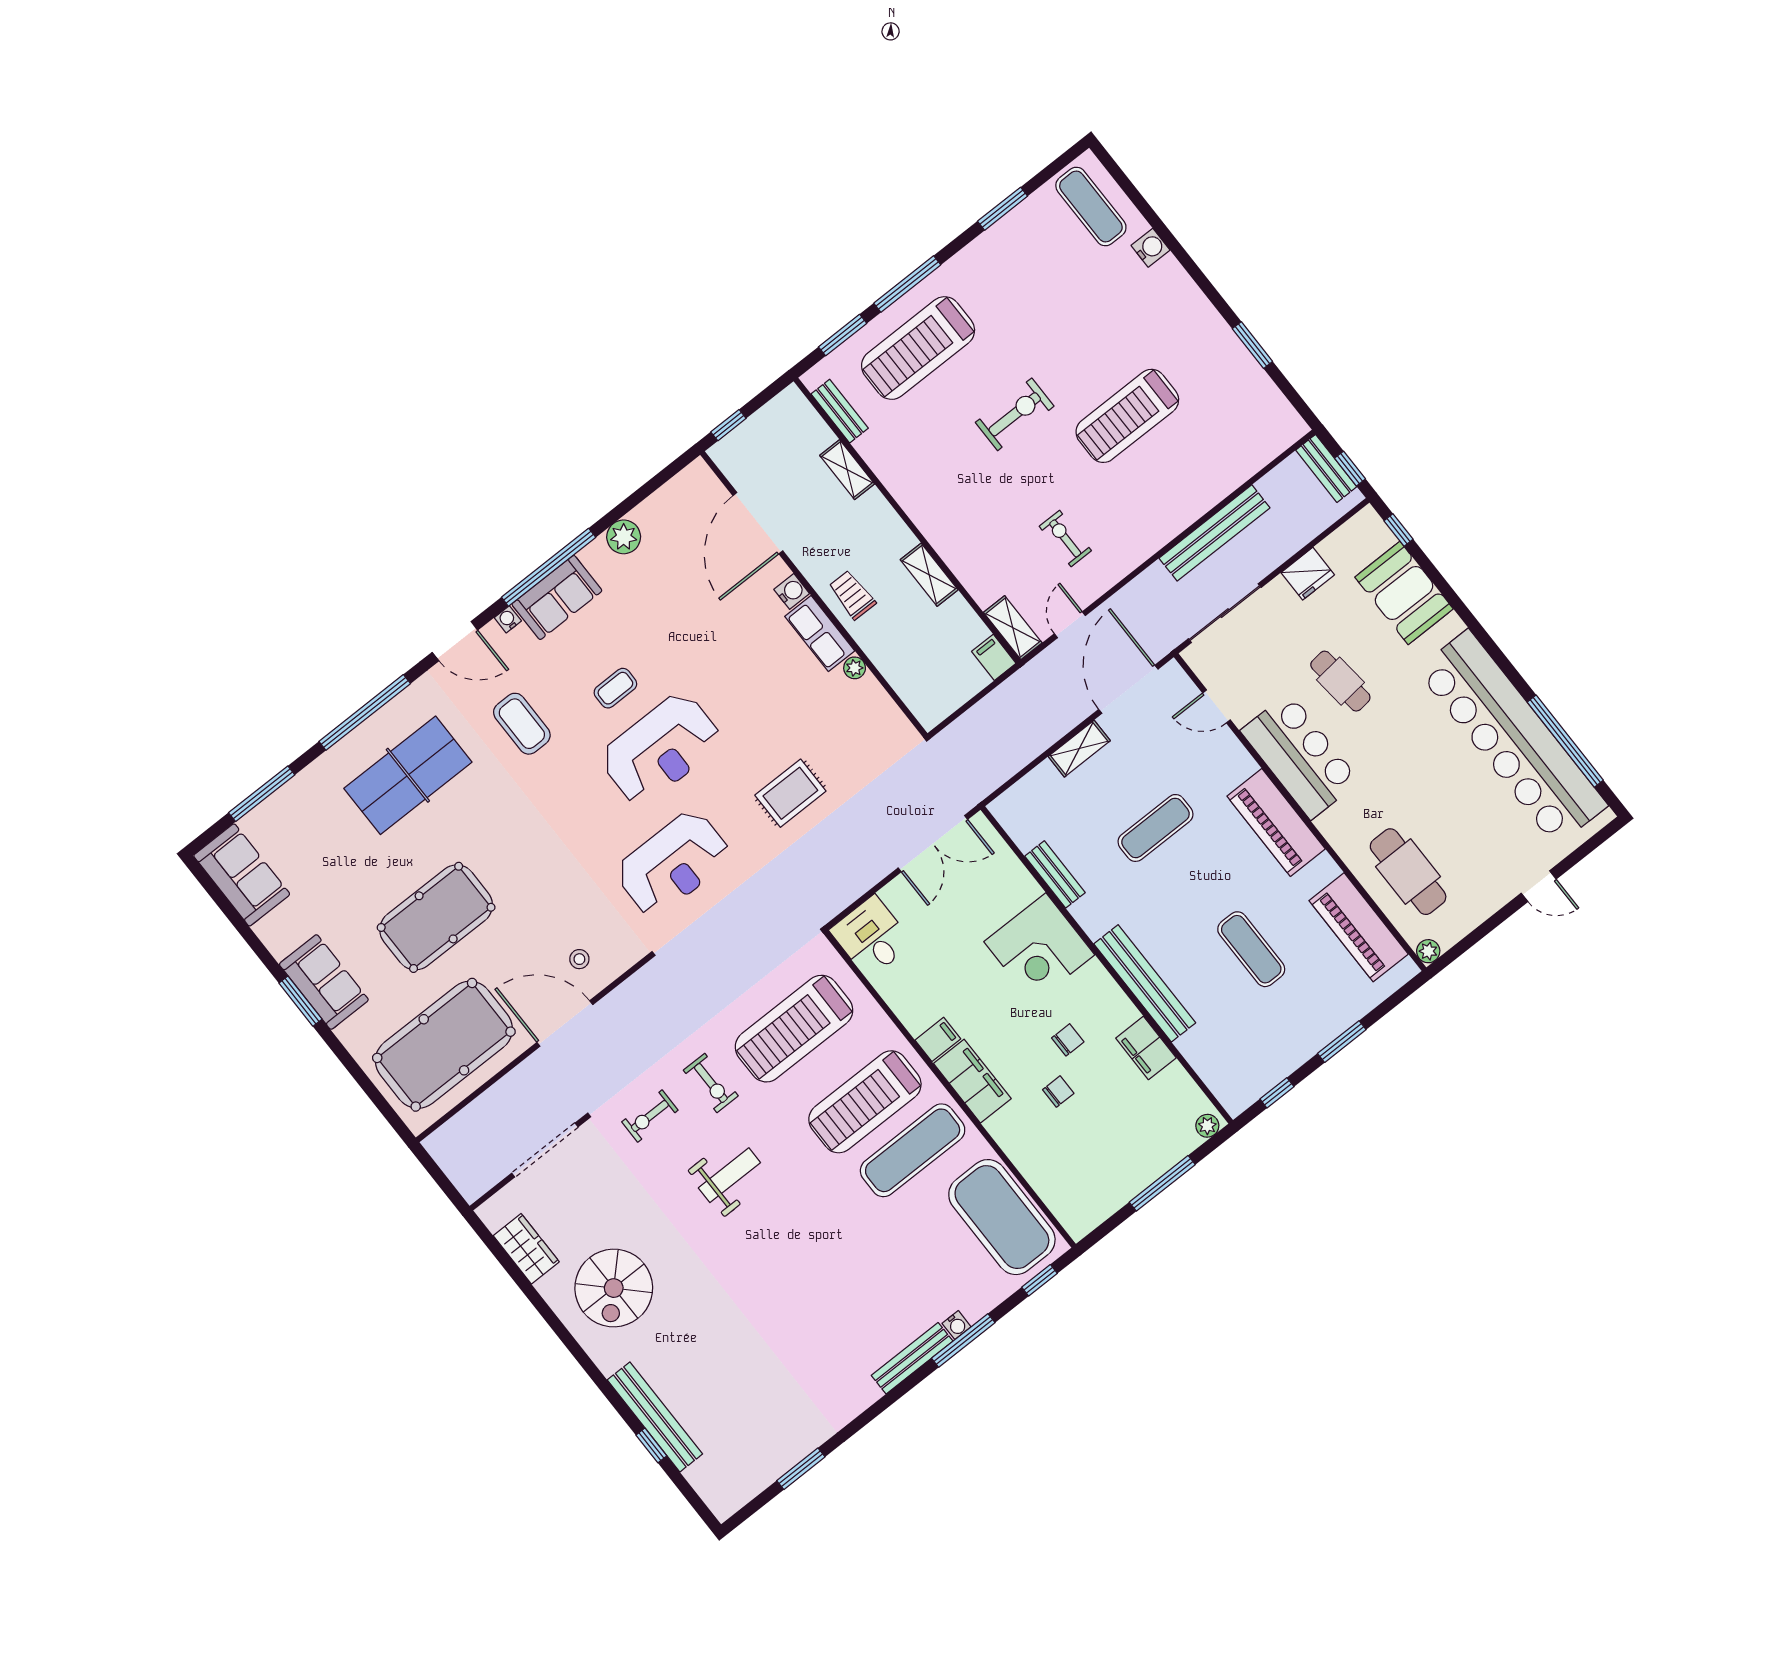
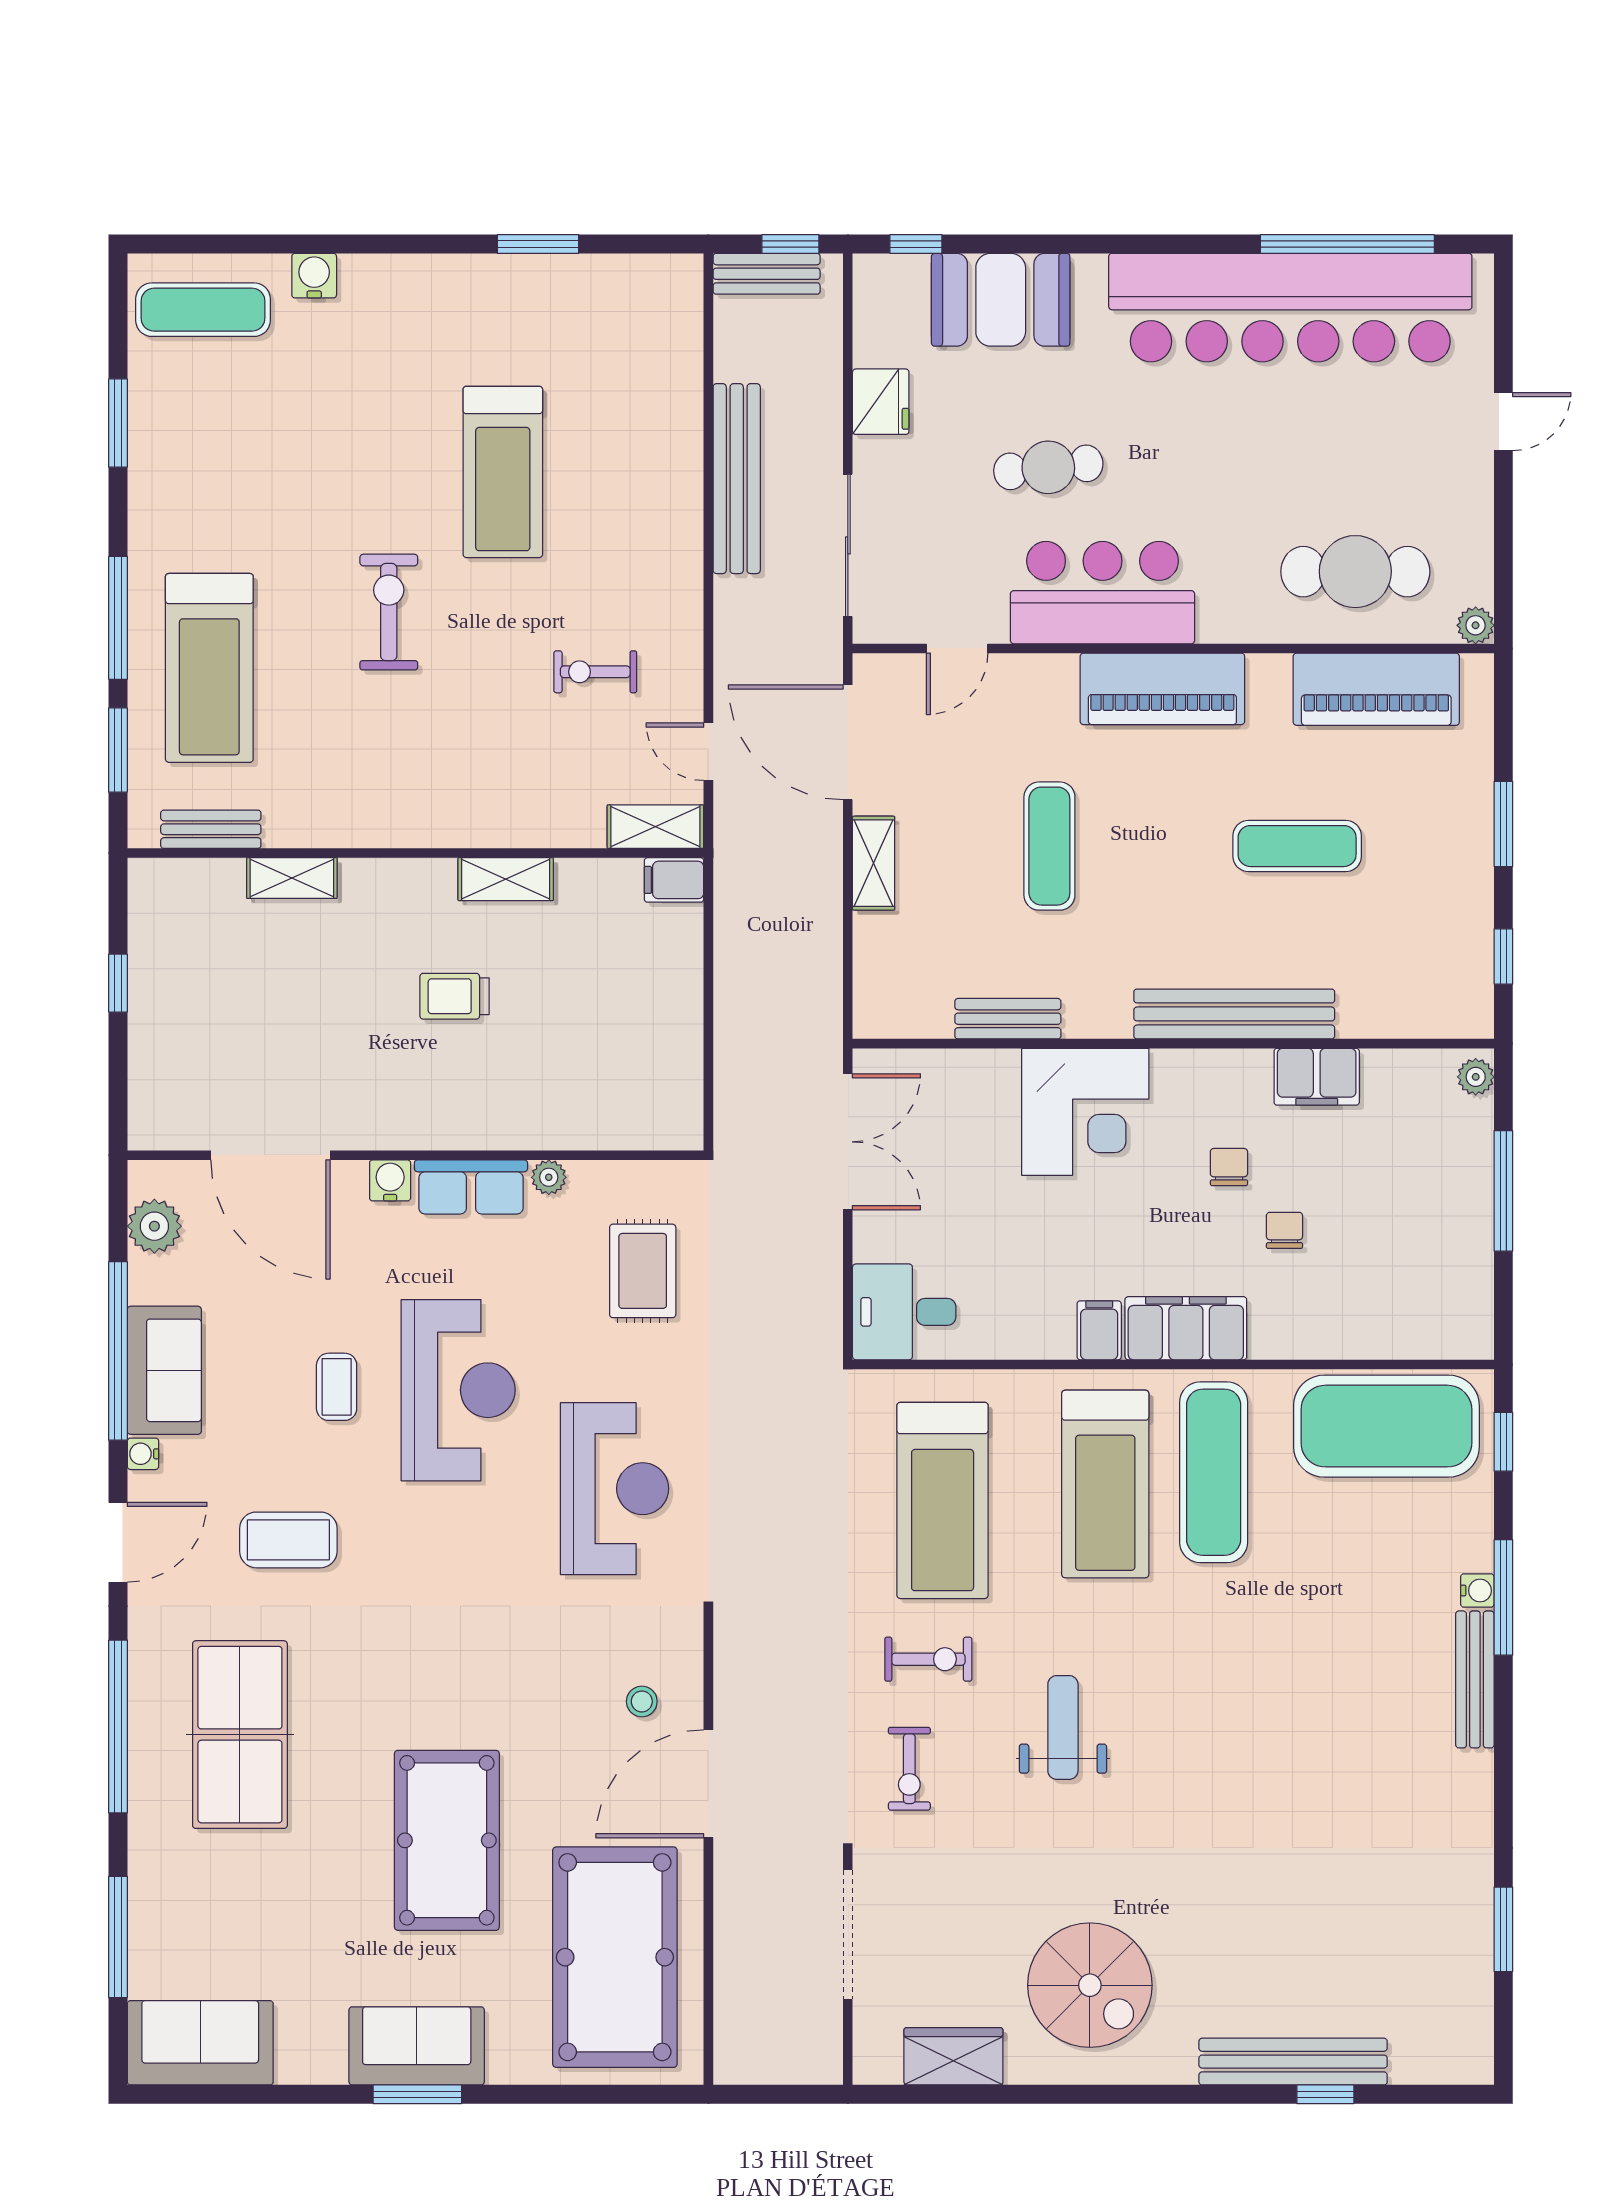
door: (758, 523) -> (271, 1155), moved
water cooler: (792, 591) -> (390, 1180), moved
wall: (814, 594) -> (415, 1155), moved
row of seats: (820, 634) -> (471, 1187), moved
plant: (855, 668) -> (549, 1177), moved

